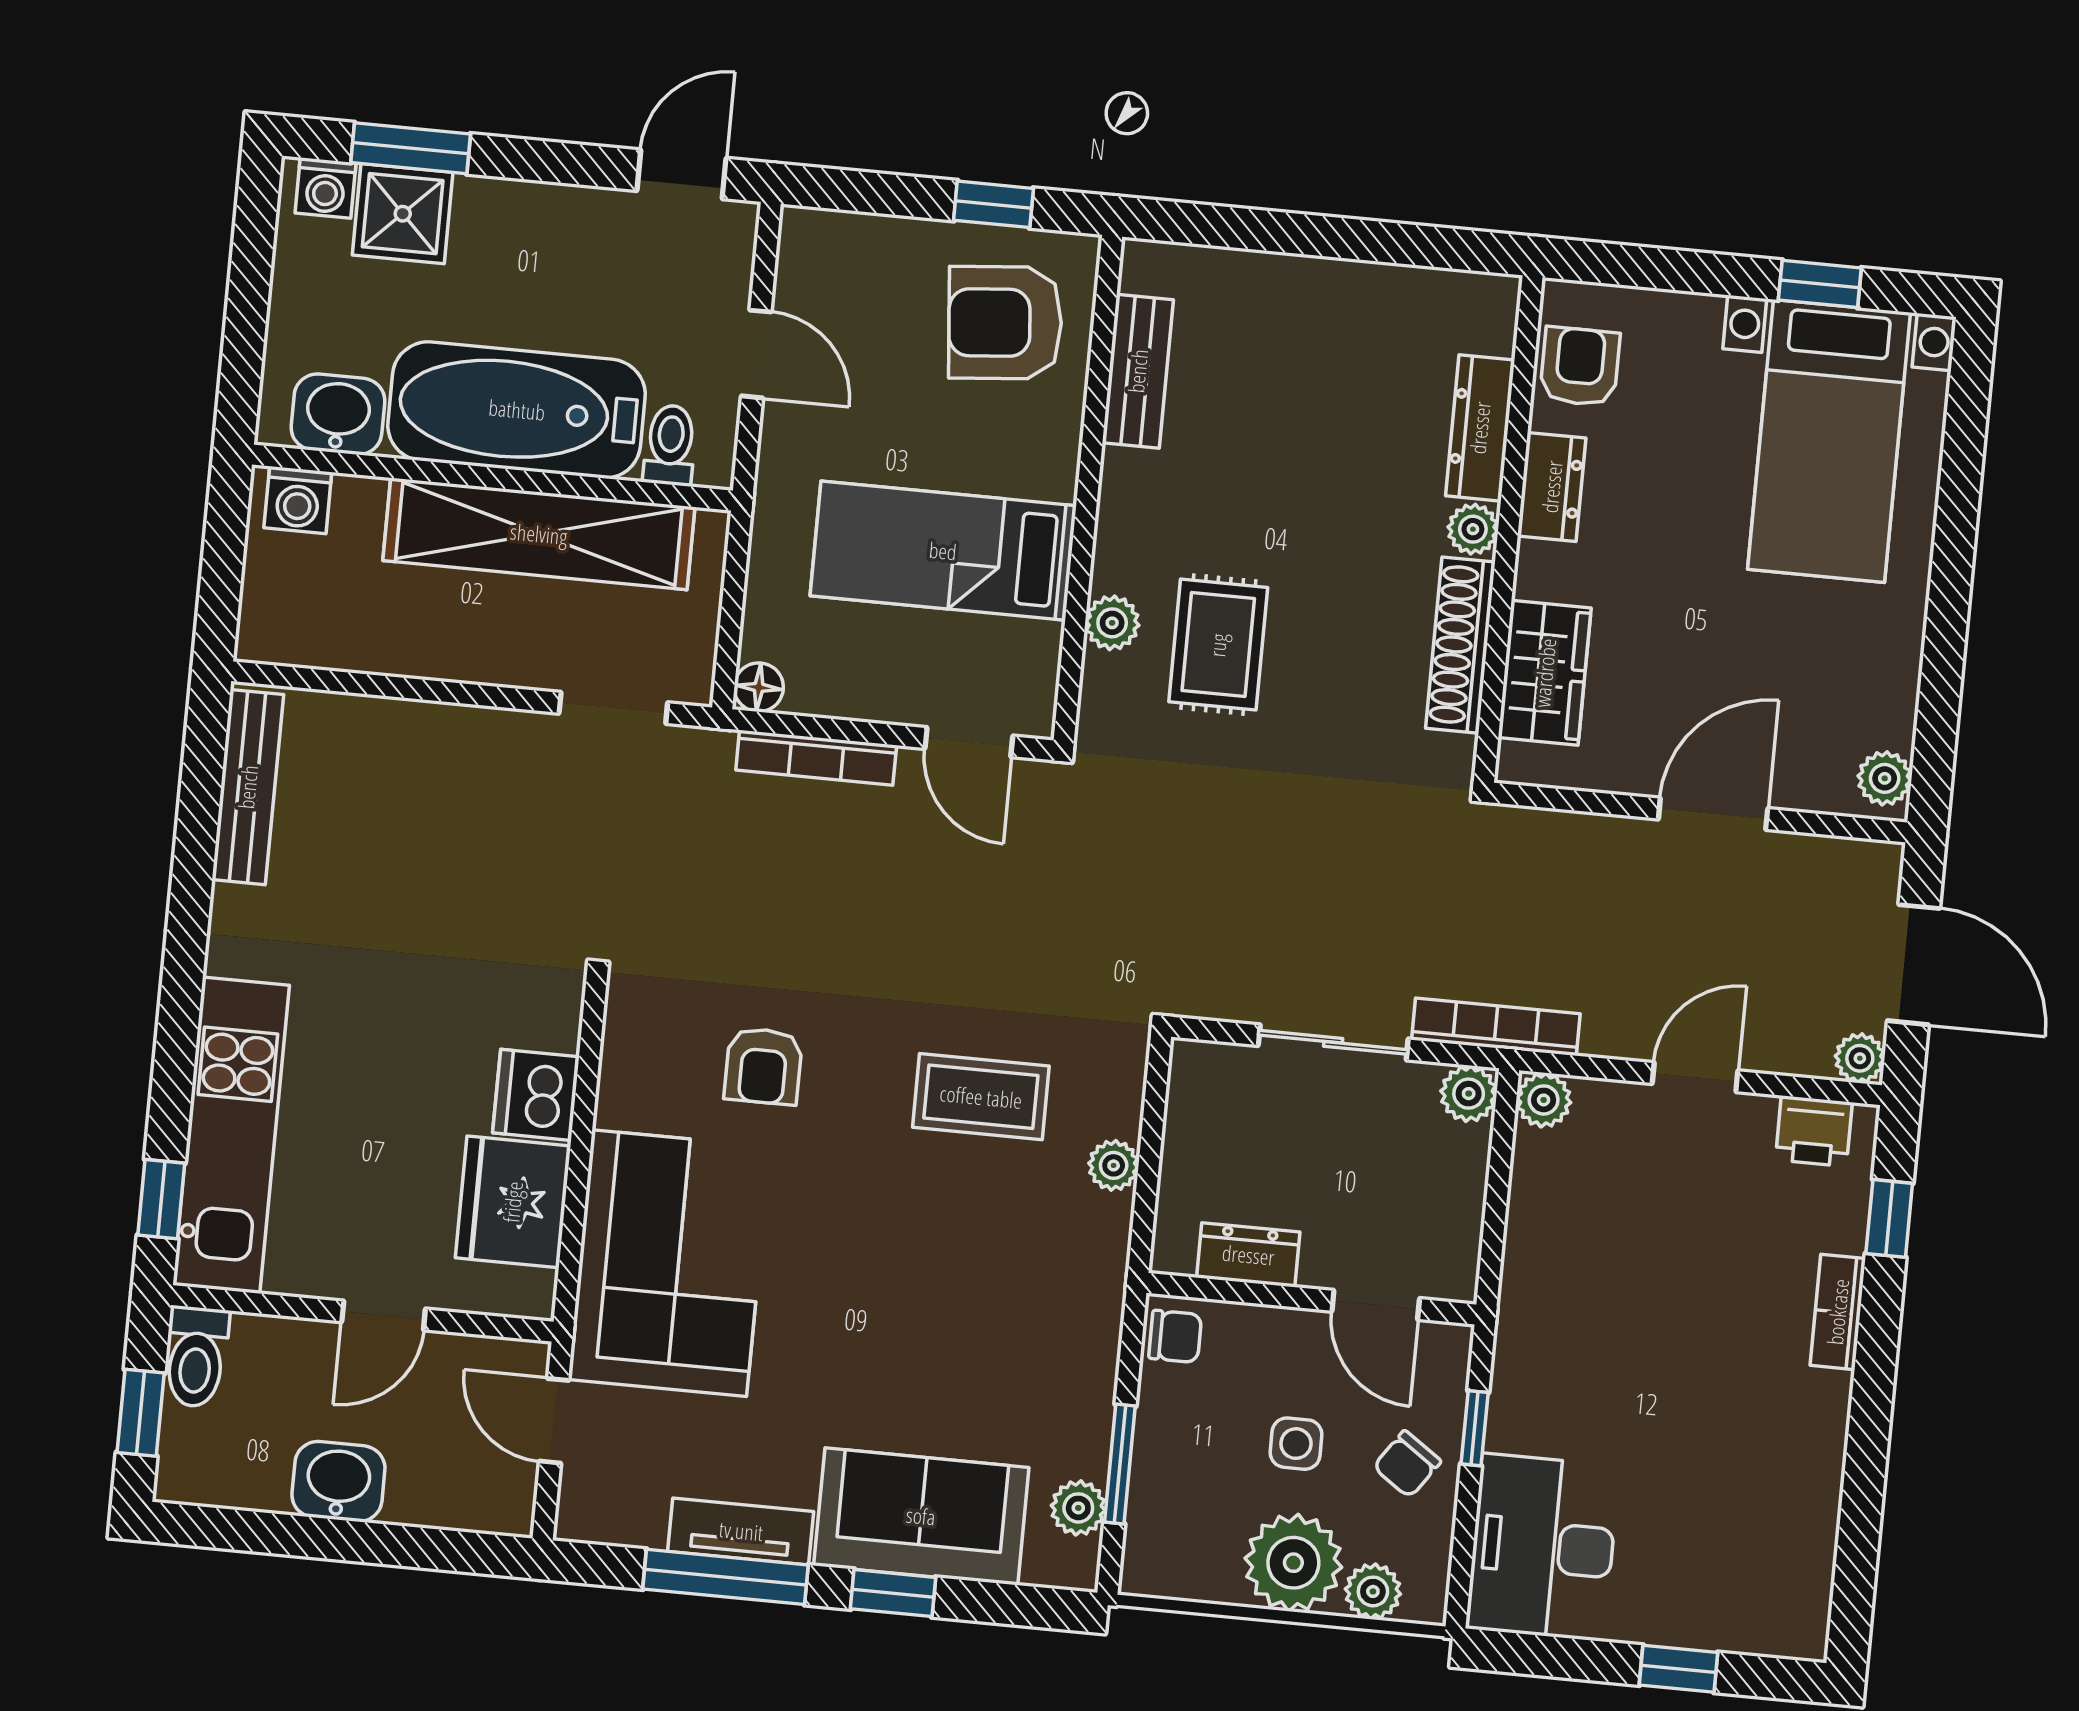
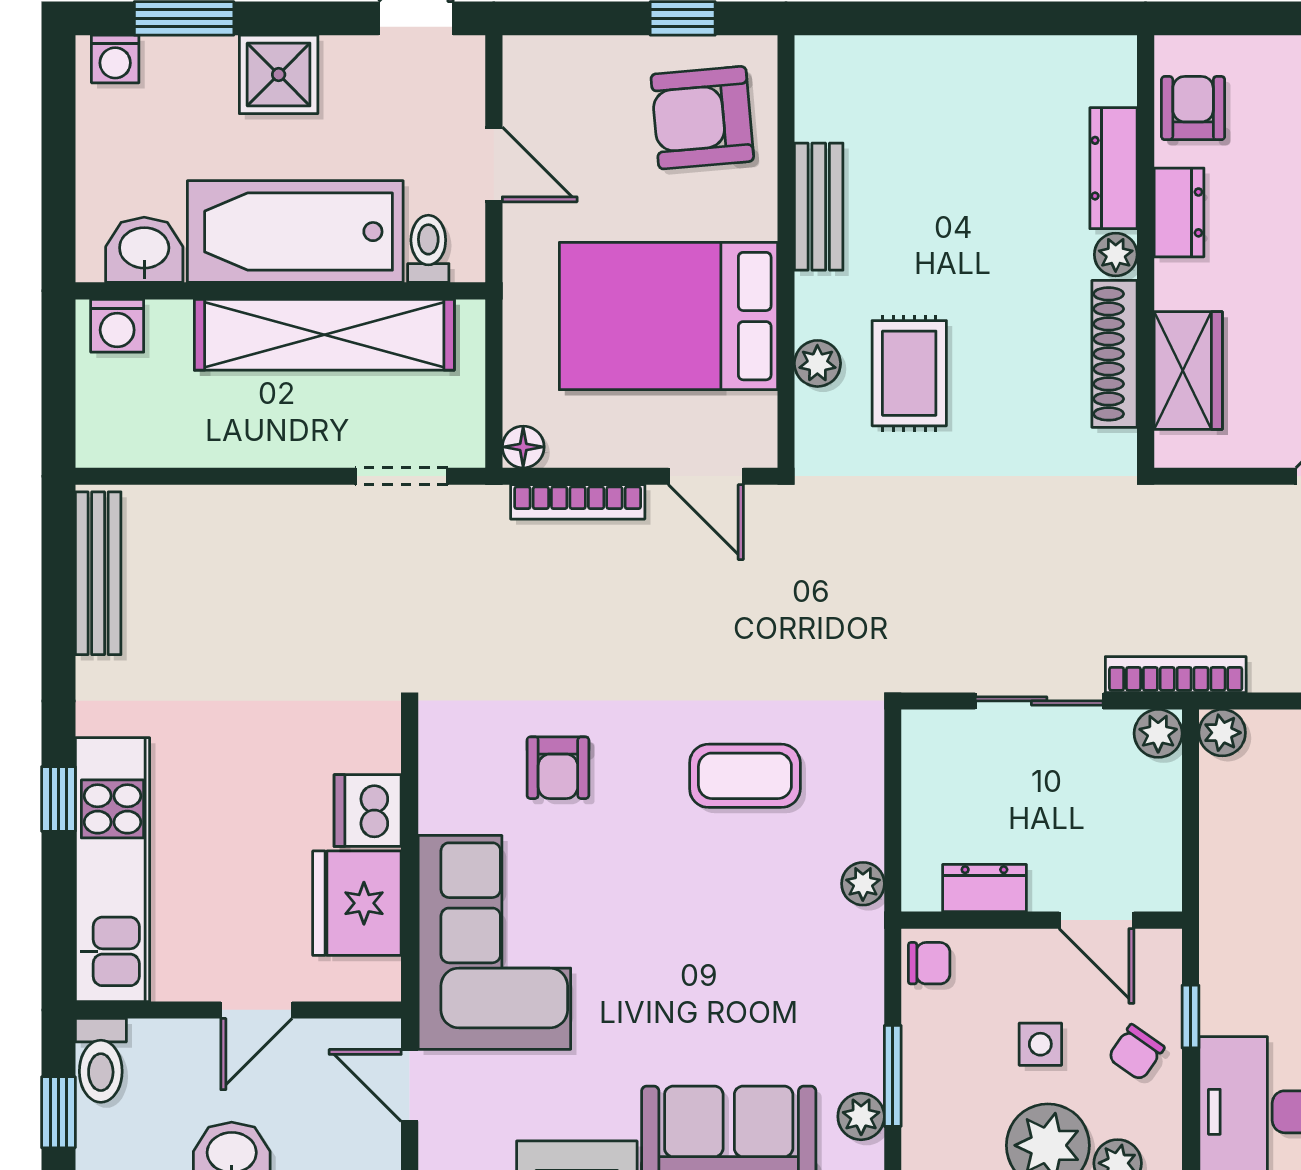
shower: (403, 214) -> (279, 74), moved
bench: (1138, 371) -> (819, 207), moved
bed: (943, 551) -> (668, 316), width x1.50
plant: (1114, 1165) -> (863, 884), moved
window: (161, 1199) -> (58, 799), moved

